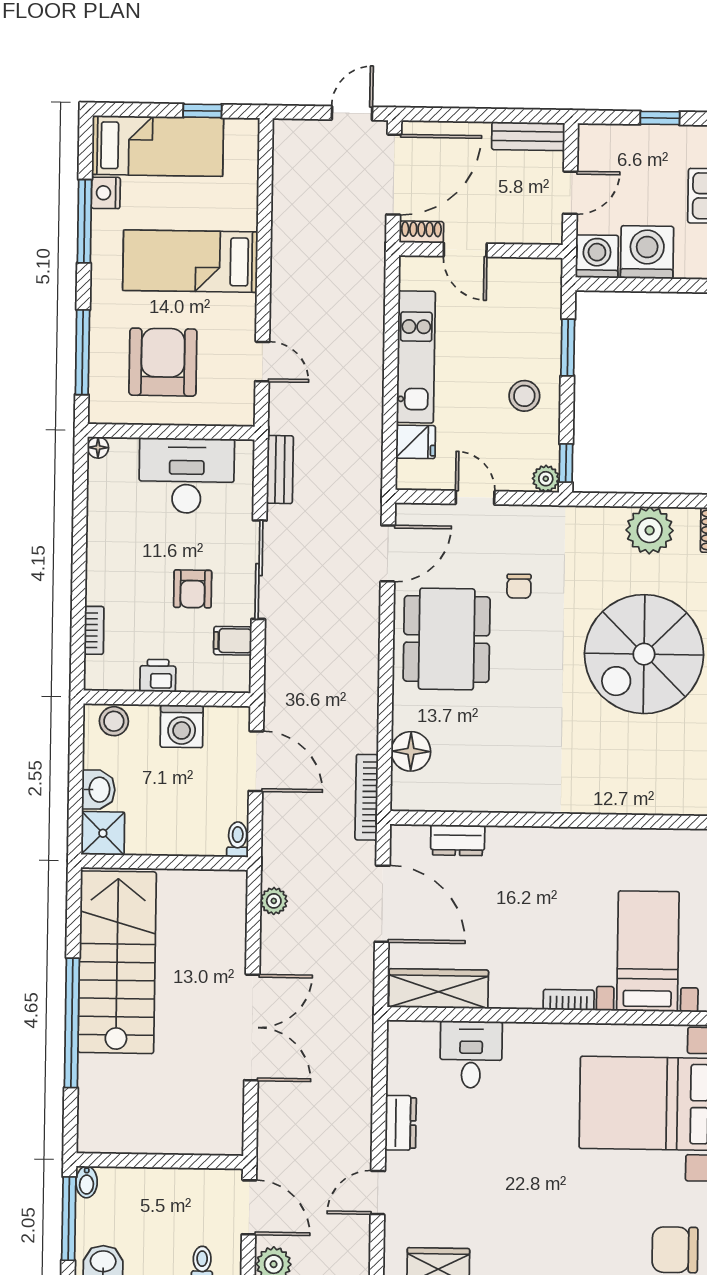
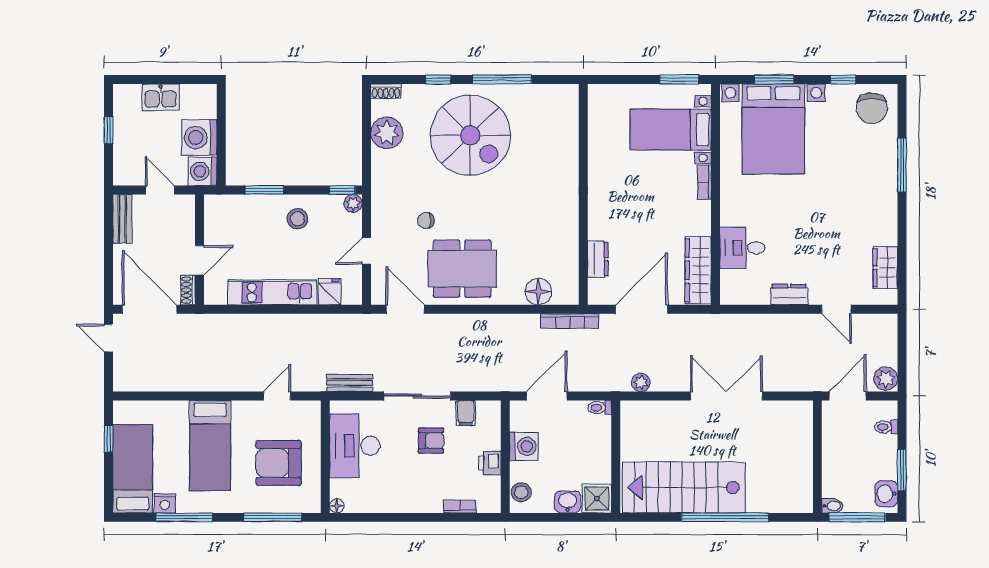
chair: (519, 586) -> (426, 220), turned 180

